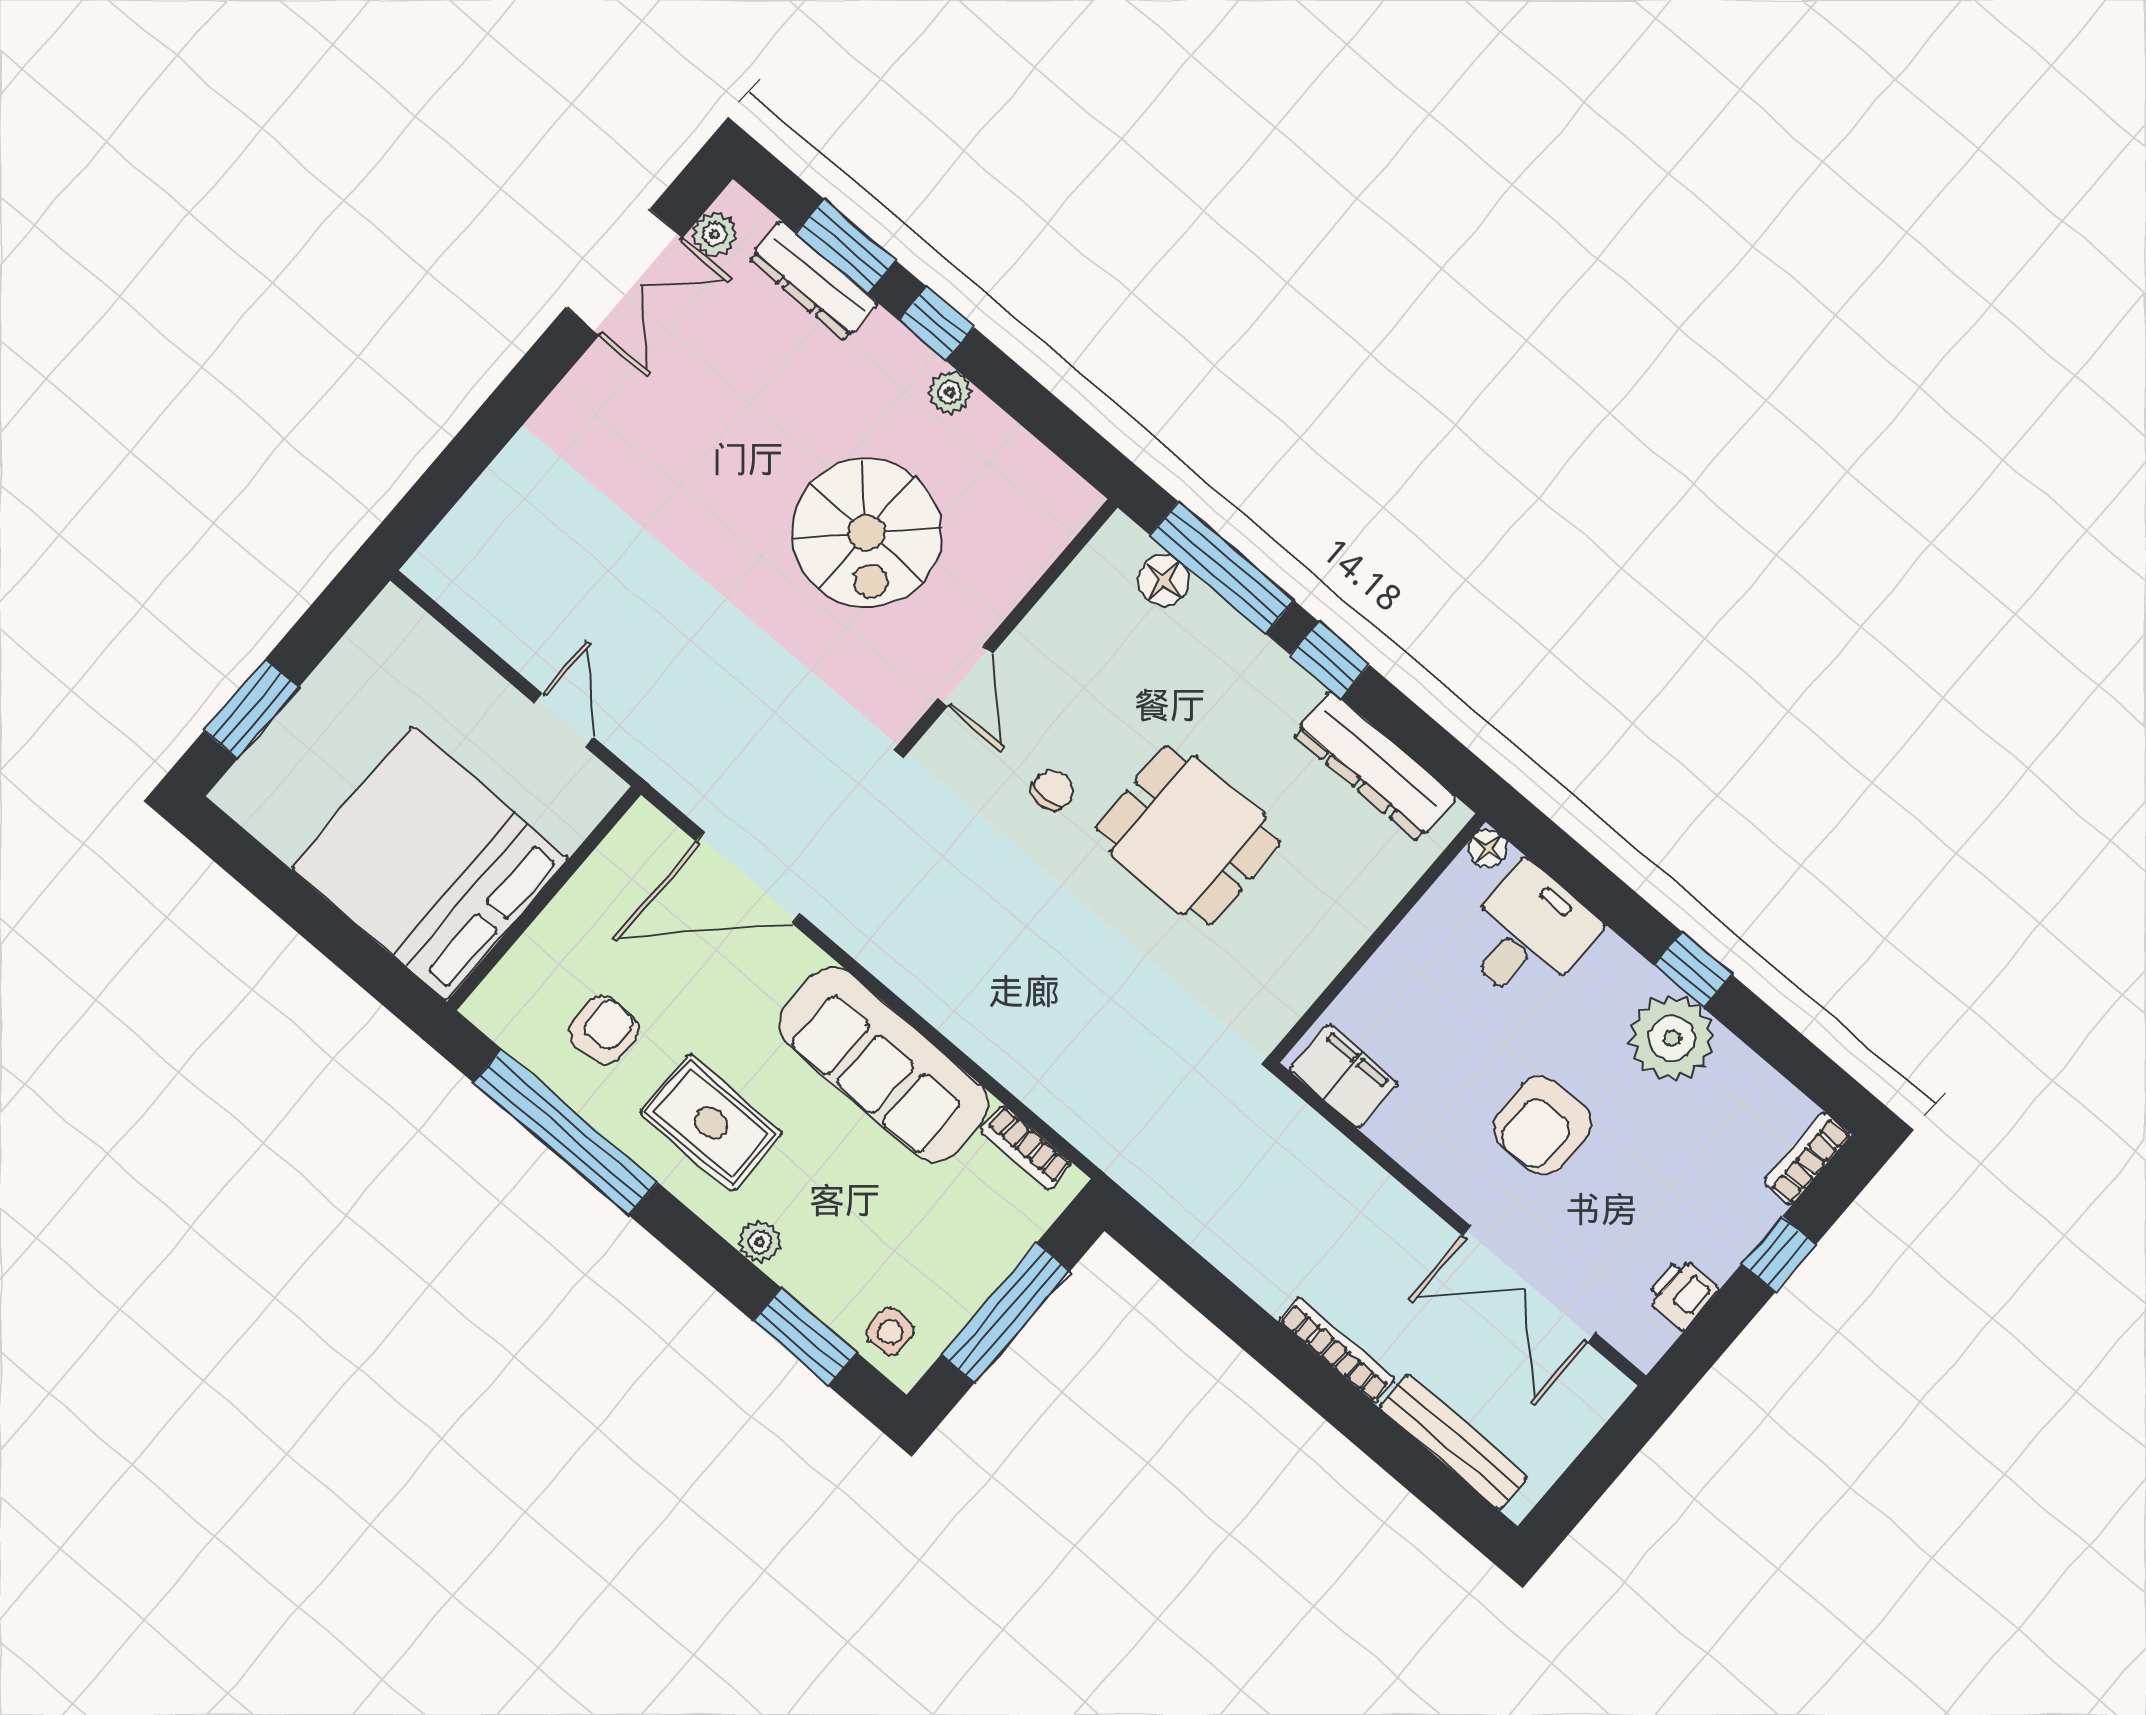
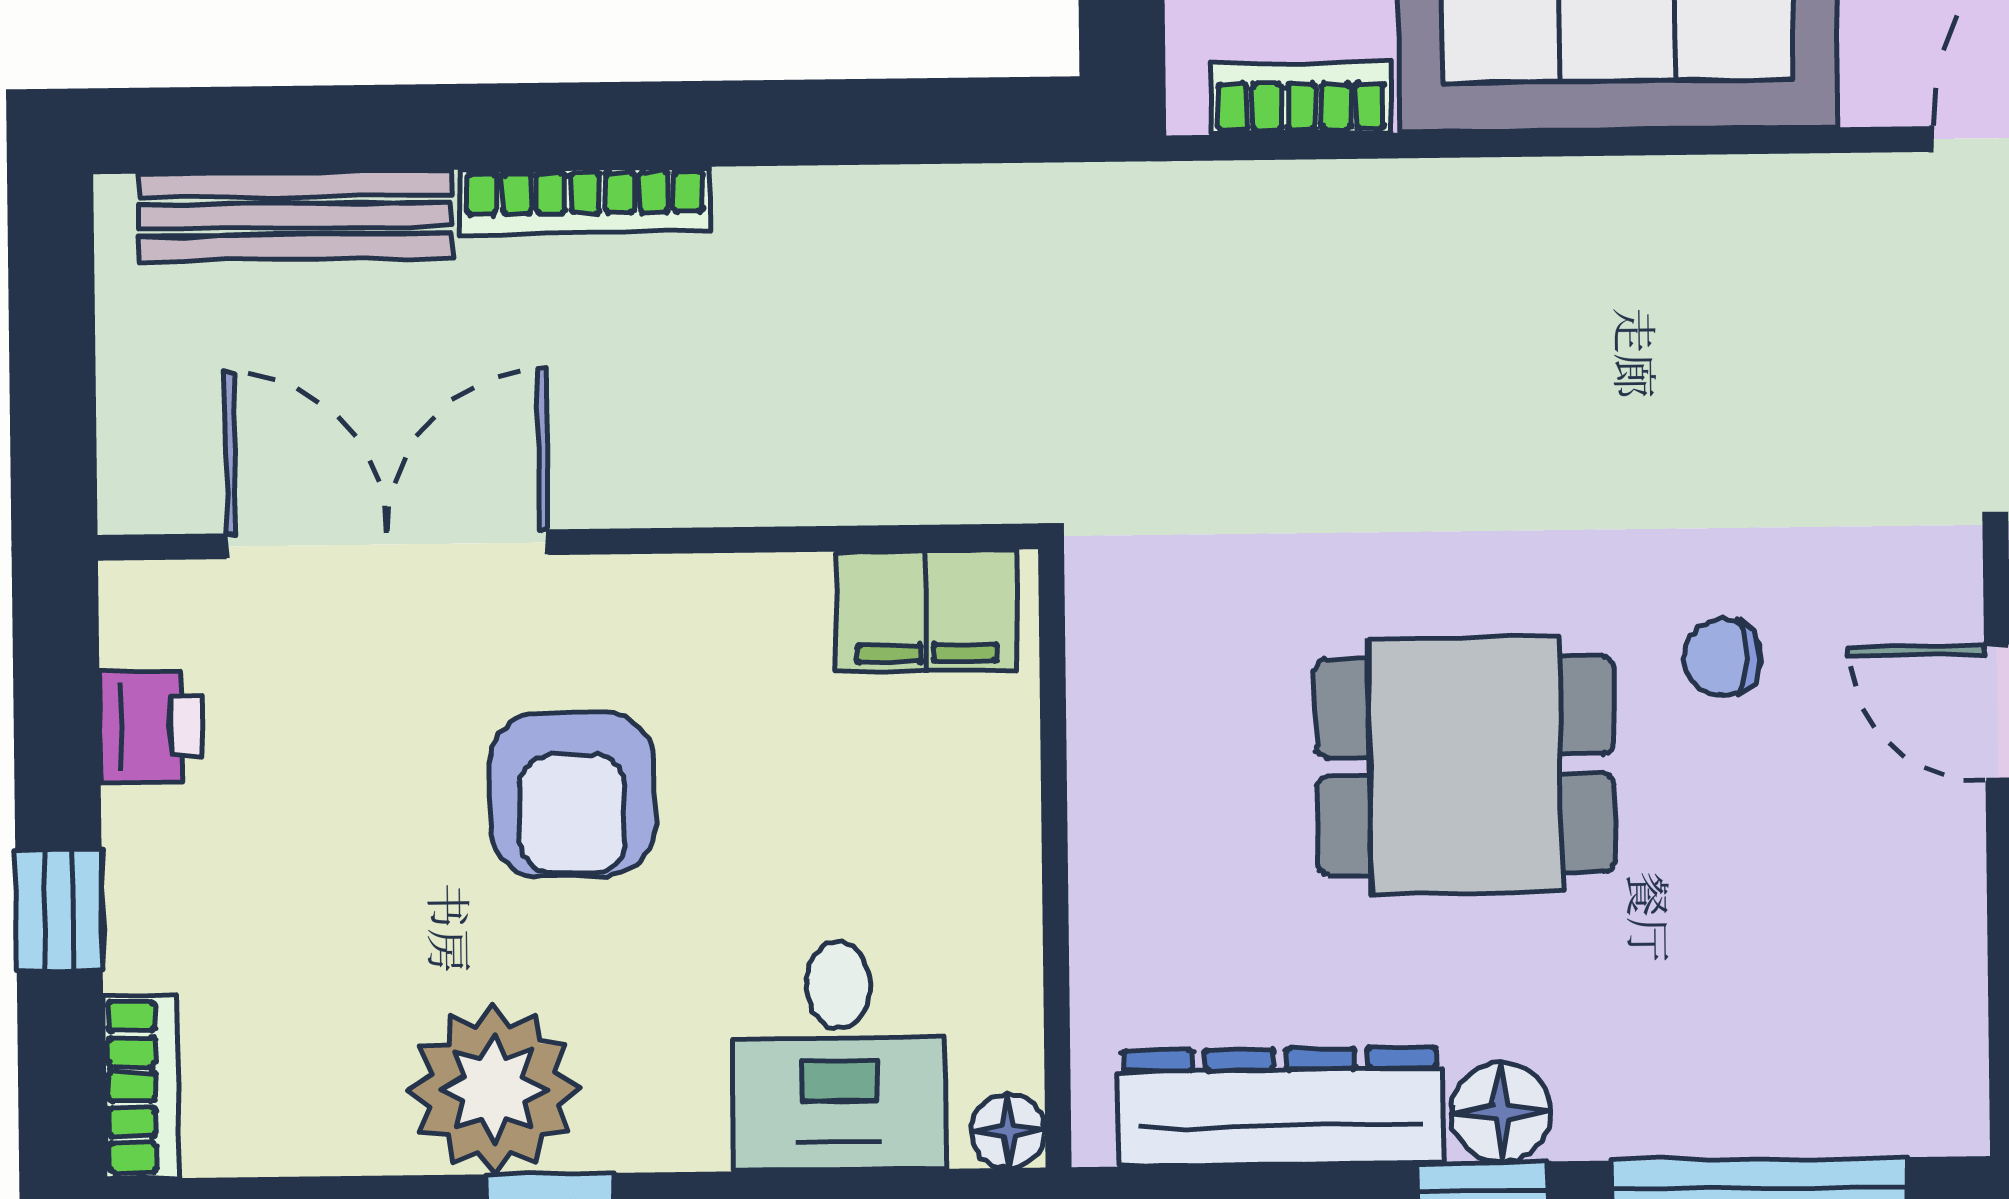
floor lamp: (1164, 580) -> (1502, 1112), moved
chair: (1053, 790) -> (1722, 657), turned 90
armchair: (1542, 1126) -> (572, 794), turned 180

